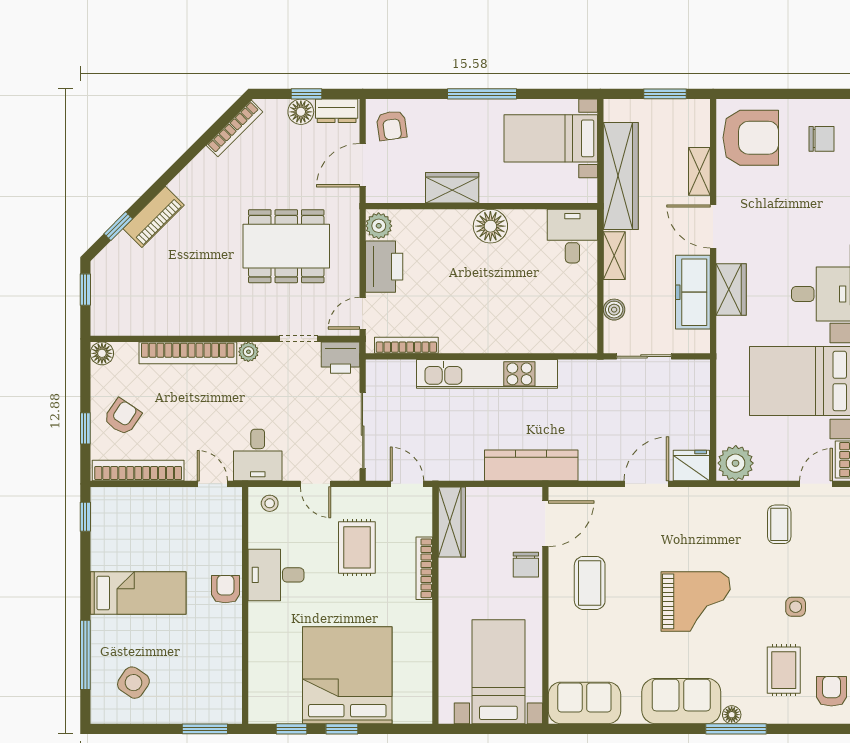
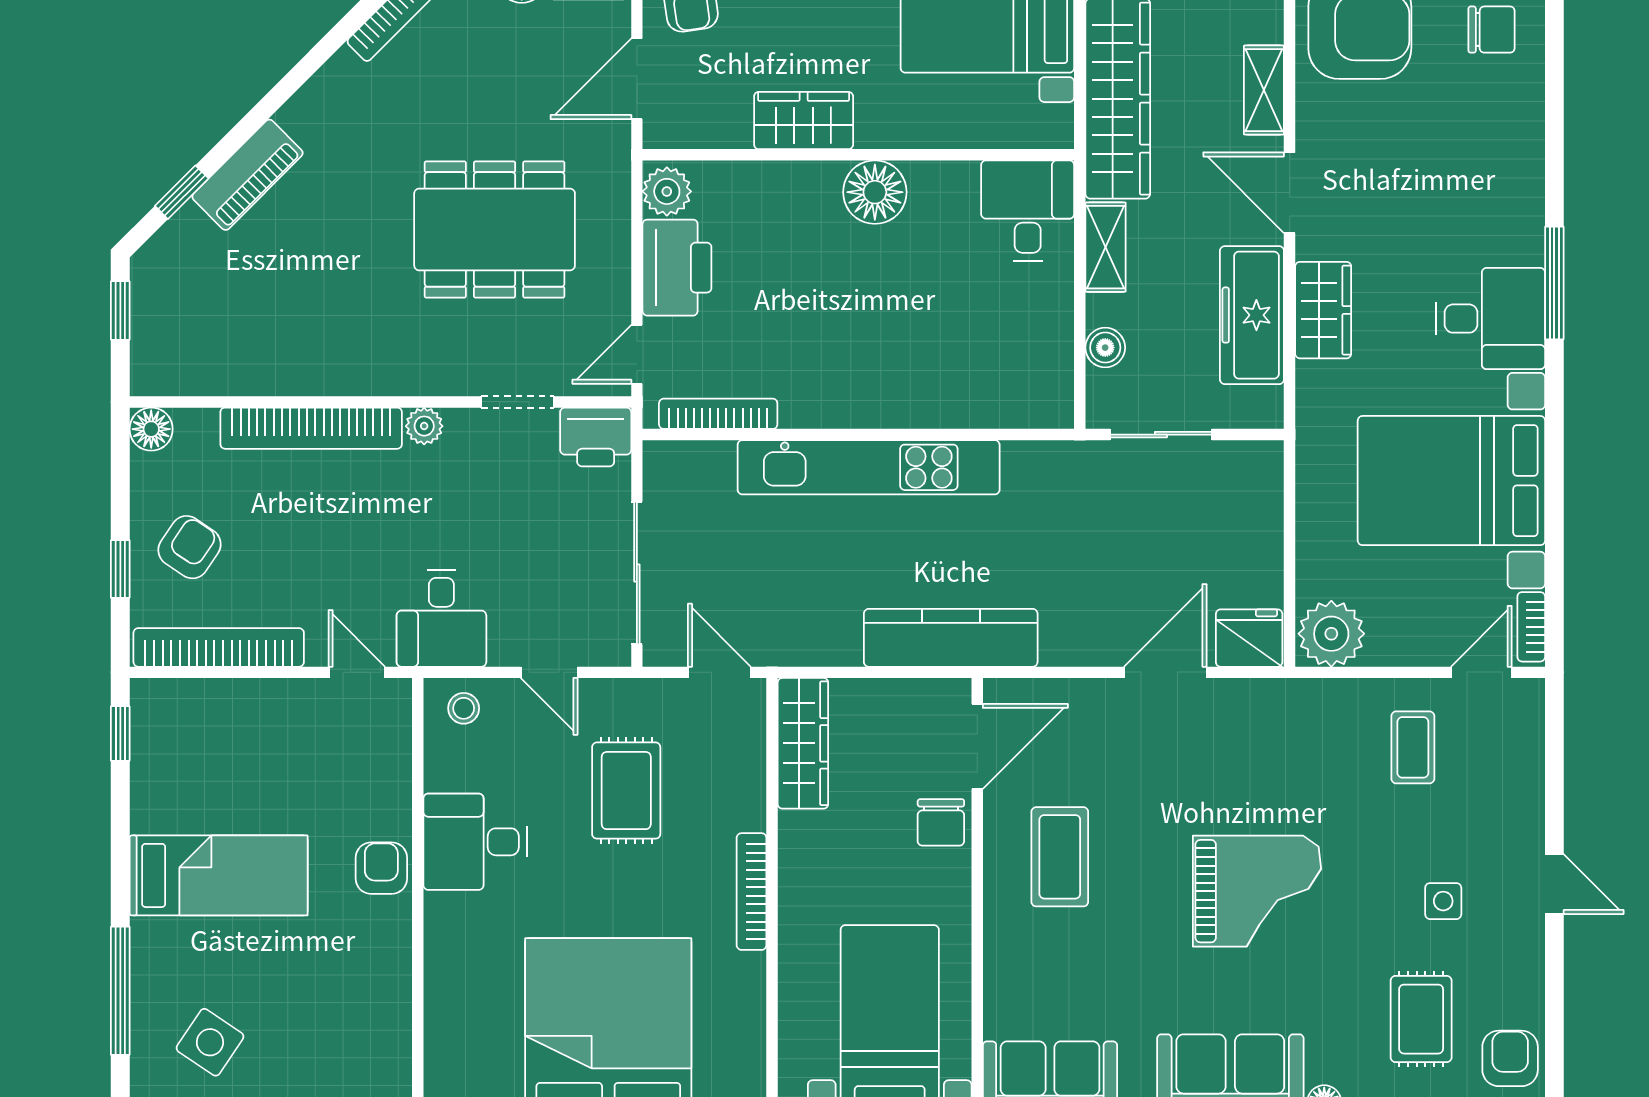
bookcase: (424, 568) -> (752, 892), moved

